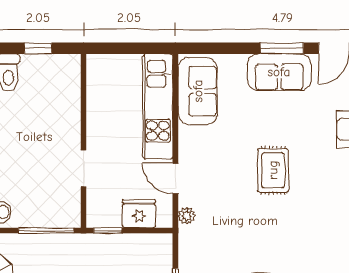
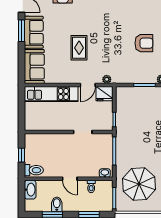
sofa: (198, 91) -> (34, 67), moved, turned 90
rug: (273, 170) -> (79, 48), moved, turned 90
fridge: (139, 214) -> (104, 94), moved, turned -90

